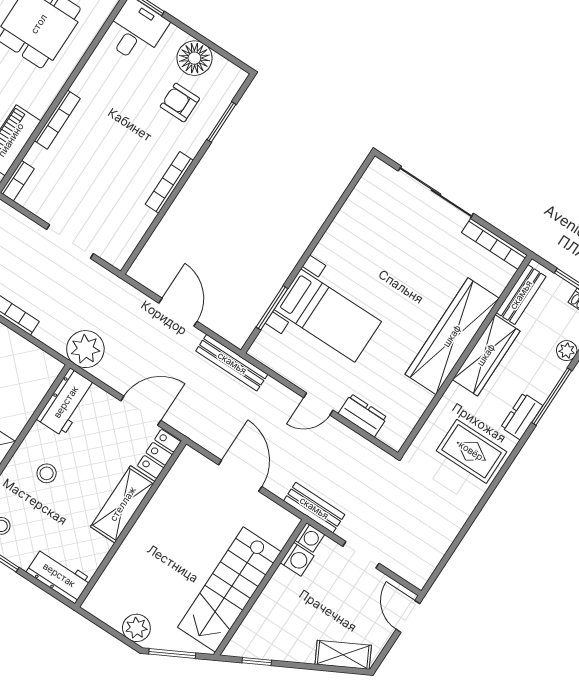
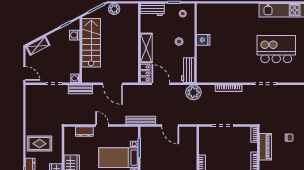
door: (318, 404) -> (102, 126), hinge flipped
door: (141, 411) -> (161, 84), swing flipped
washing machine: (297, 559) -> (75, 35), moved

